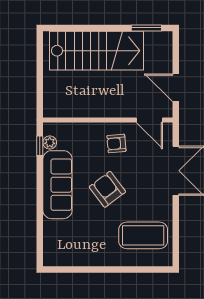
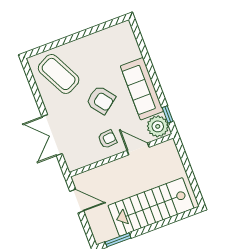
door: (149, 120) -> (138, 149), moved
plant: (50, 143) -> (158, 126), width x1.88, depth x1.88
coffee table: (143, 235) -> (59, 74), turned 63

